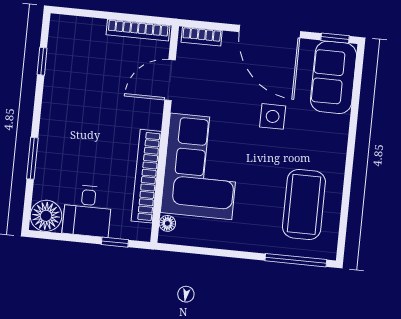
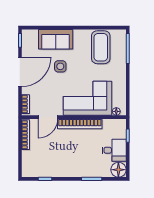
sofa: (333, 77) -> (56, 39), moved
door: (170, 80) -> (48, 117), hinge flipped
bookcase: (146, 176) -> (80, 124), moved
coffee table: (304, 204) -> (101, 47), turned 90

